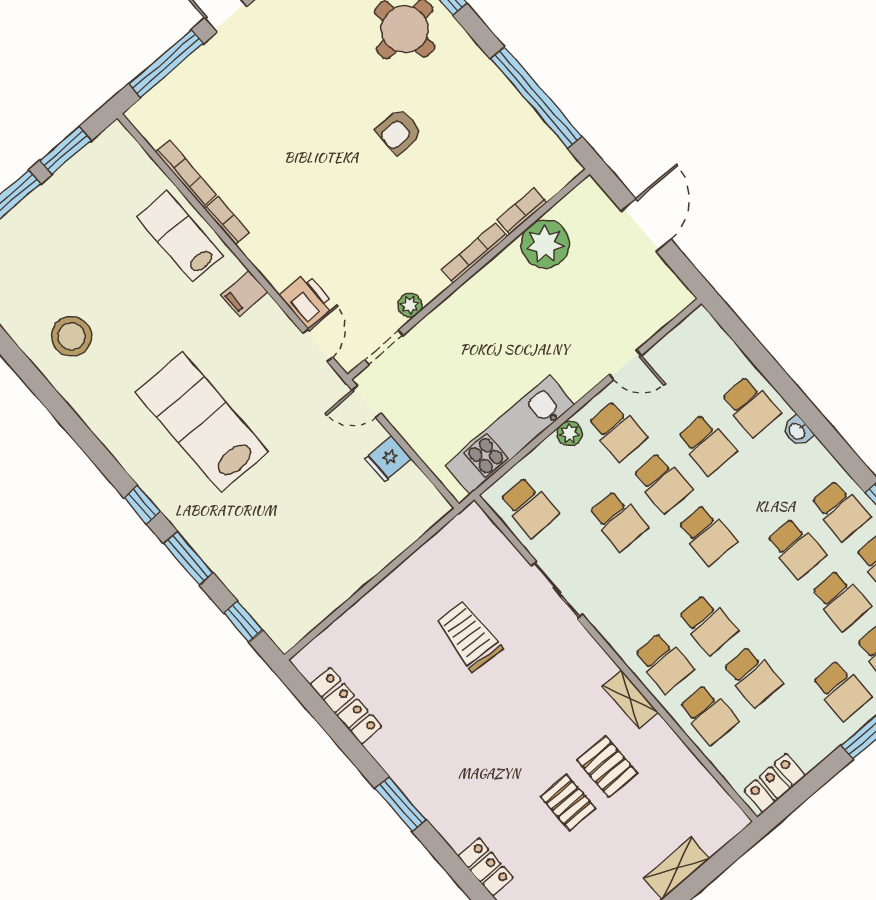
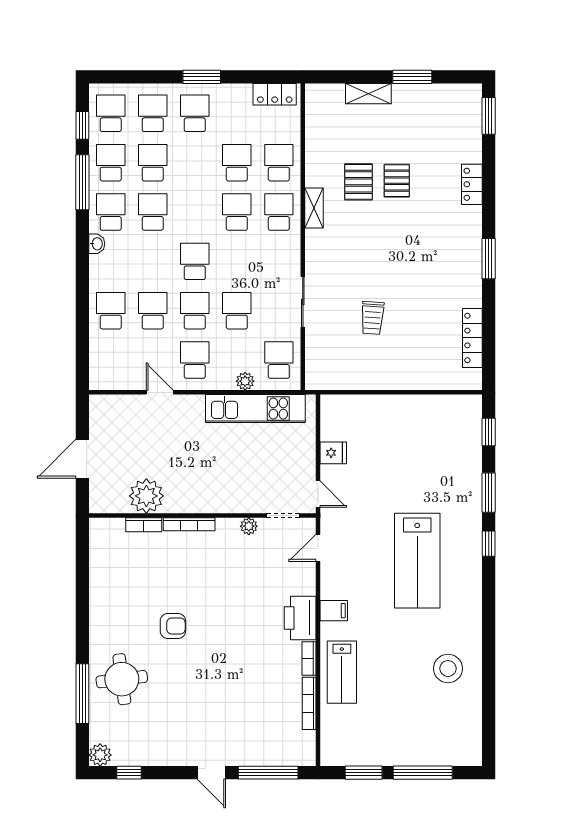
window: (536, 98) -> (82, 580), removed
printer: (307, 300) -> (300, 618), moved, width x1.37, depth x1.19
washbasin: (797, 431) -> (97, 244), moved
plant: (569, 433) -> (245, 381), moved
trolley: (469, 636) -> (372, 318), width x0.73, depth x0.72

